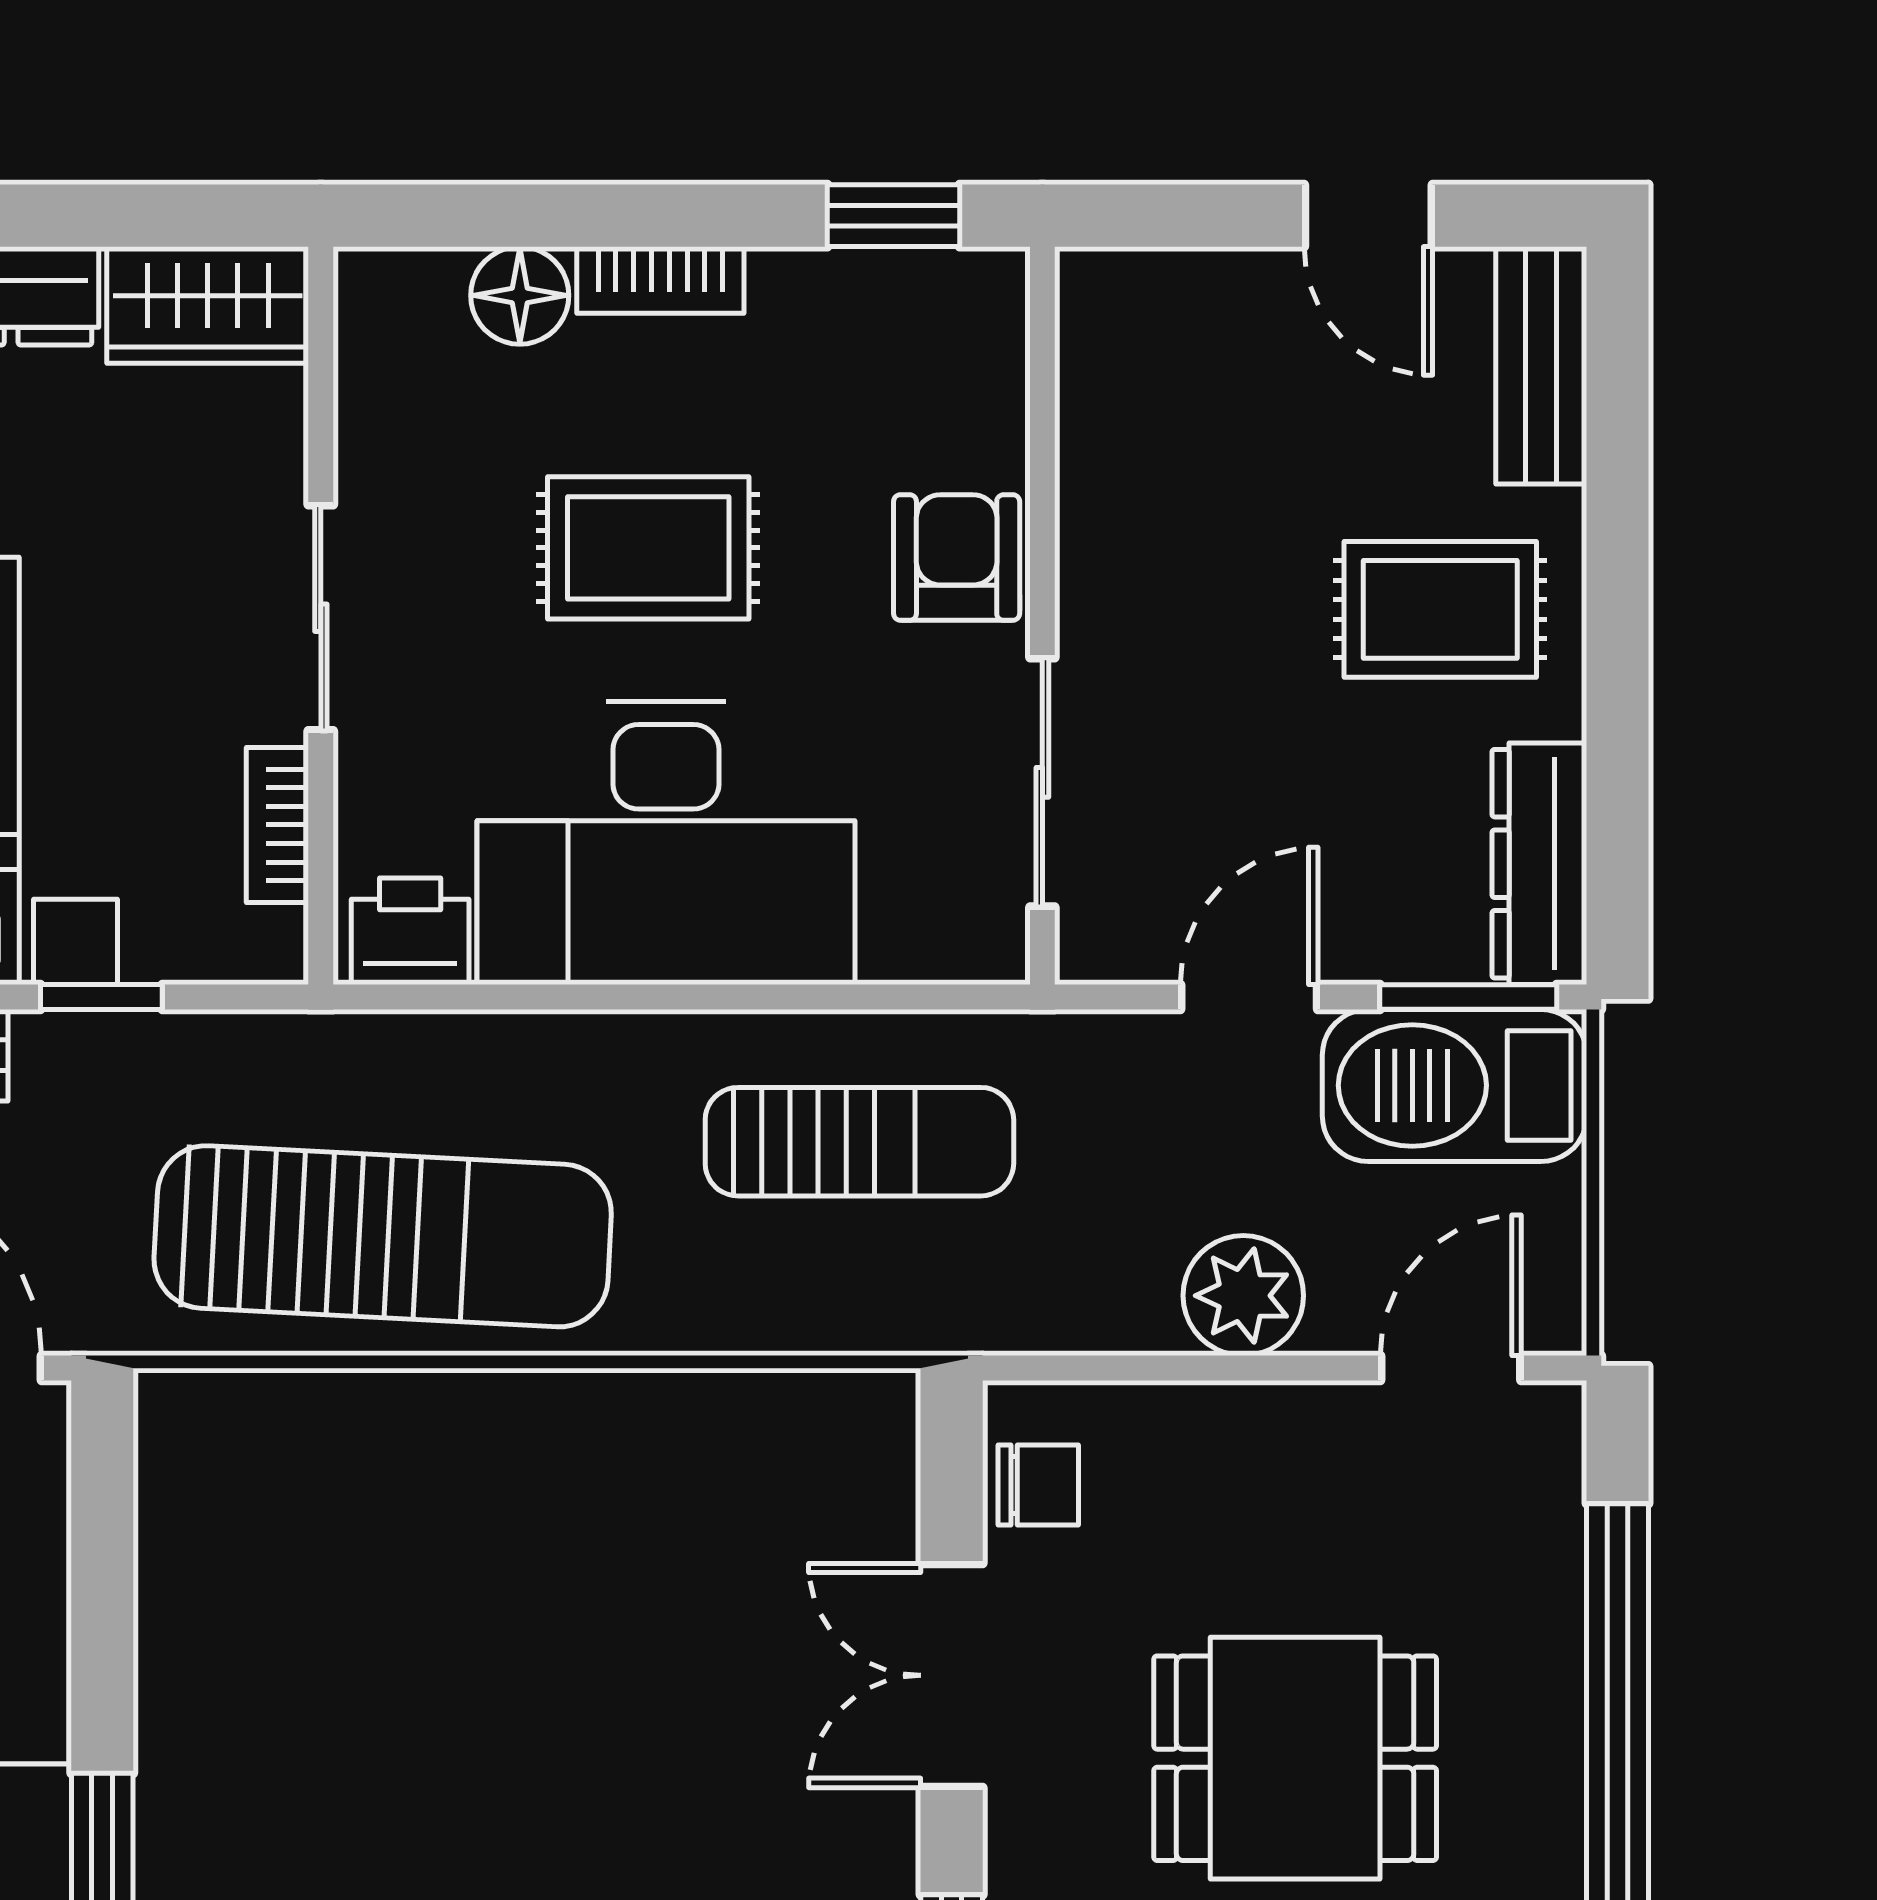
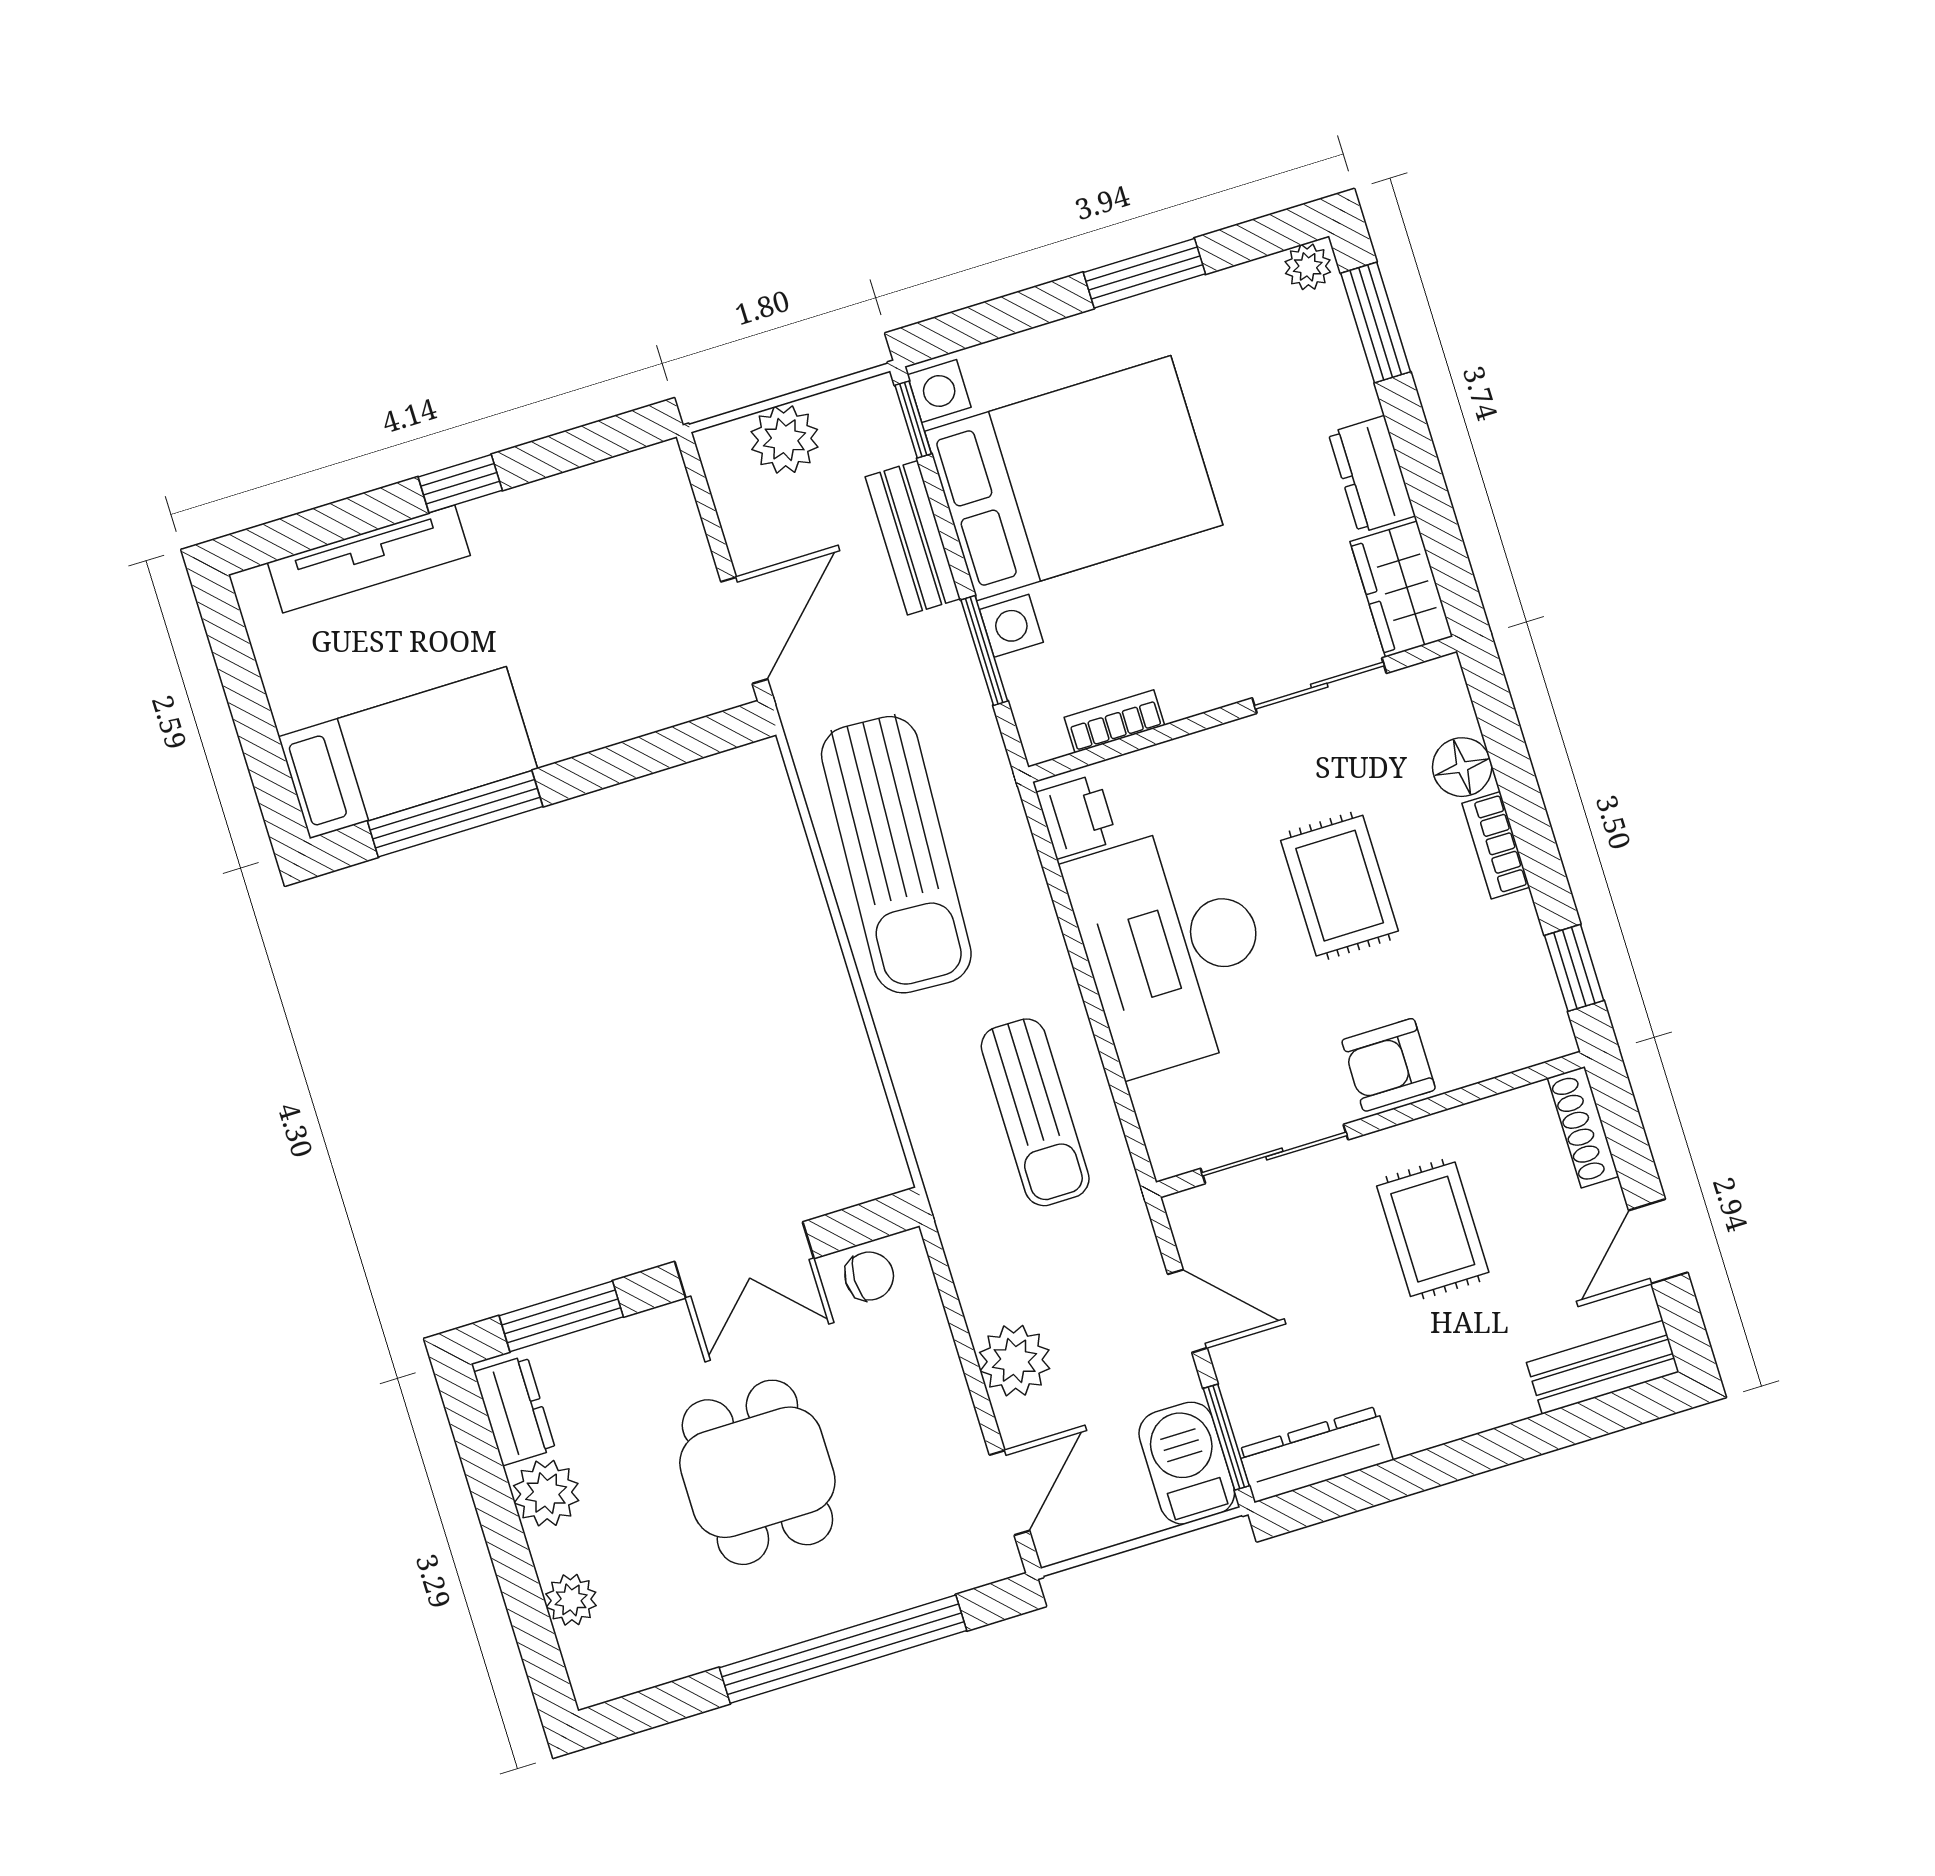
shoe rack: (1151, 279) -> (1583, 1127), added
armchair: (957, 557) -> (1389, 1065), turned 180
rug: (1440, 609) -> (1433, 1229), moved
sliding door: (321, 618) -> (1319, 686), moved
window: (101, 997) -> (984, 650), width x1.50
barbecue: (1455, 1085) -> (1187, 1463), width x0.73, depth x0.83
door: (1451, 1368) -> (1010, 1493), hinge flipped
chair: (1038, 1485) -> (869, 1276), turned -90
double door: (952, 1675) -> (744, 1260), swing flipped

